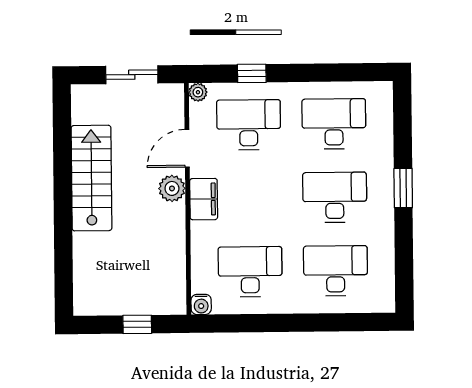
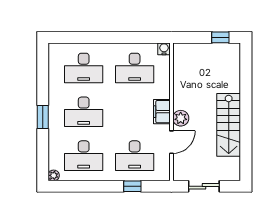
plant: (198, 92) -> (54, 175), moved
window: (137, 324) -> (220, 37), moved

